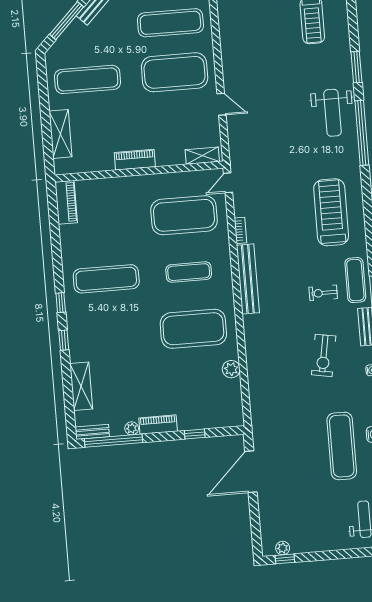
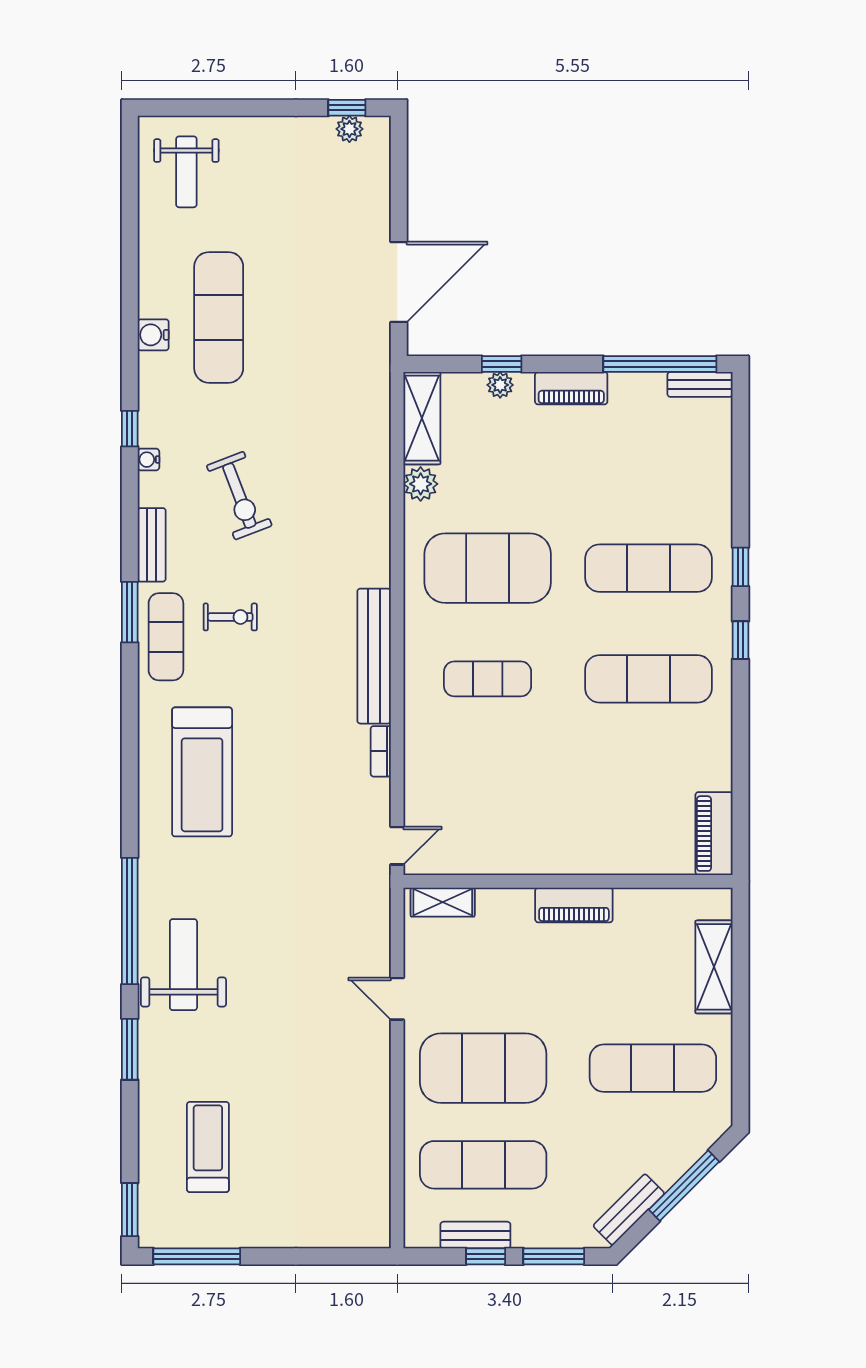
exercise mat: (184, 215) -> (648, 568), moved, width x0.68
exercise bike: (324, 355) -> (239, 496), turned 149
shelving: (81, 386) -> (422, 418), moved
plant: (132, 428) -> (500, 385), moved

